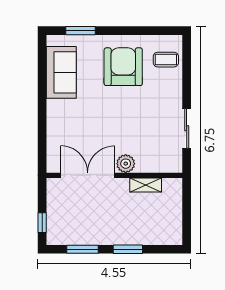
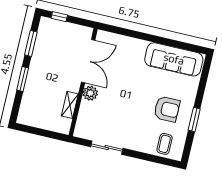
window: (80, 31) -> (194, 120), moved
armchair: (123, 67) -> (167, 109), width x0.73, depth x0.73
sofa: (61, 72) -> (174, 59), width x1.36

